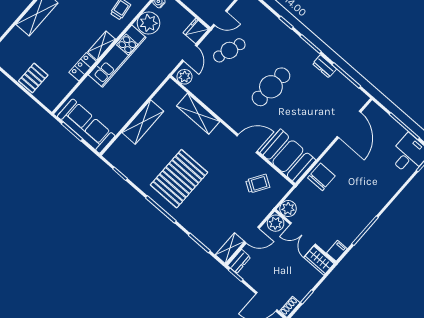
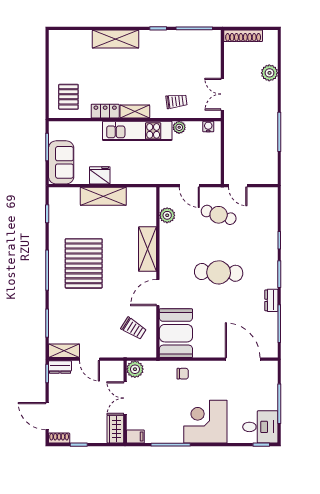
plant: (148, 23) -> (179, 127), width x0.53, depth x0.53
fridge: (196, 31) -> (100, 175), moved
door: (190, 53) -> (189, 186), hinge flipped
plant: (185, 77) -> (167, 215), moved
pallet: (33, 78) -> (68, 97), moved, turned 90
shelving: (198, 114) -> (148, 249), moved
door: (349, 124) -> (243, 359), swing flipped
sofa: (86, 126) -> (61, 162), width x0.73
door: (247, 143) -> (158, 293), swing flipped
chair: (321, 177) -> (183, 374), width x0.54, depth x0.54
pallet: (179, 179) -> (84, 263), turned 90
corner desk: (370, 191) -> (205, 422), added
plant: (276, 223) -> (115, 369), removed

